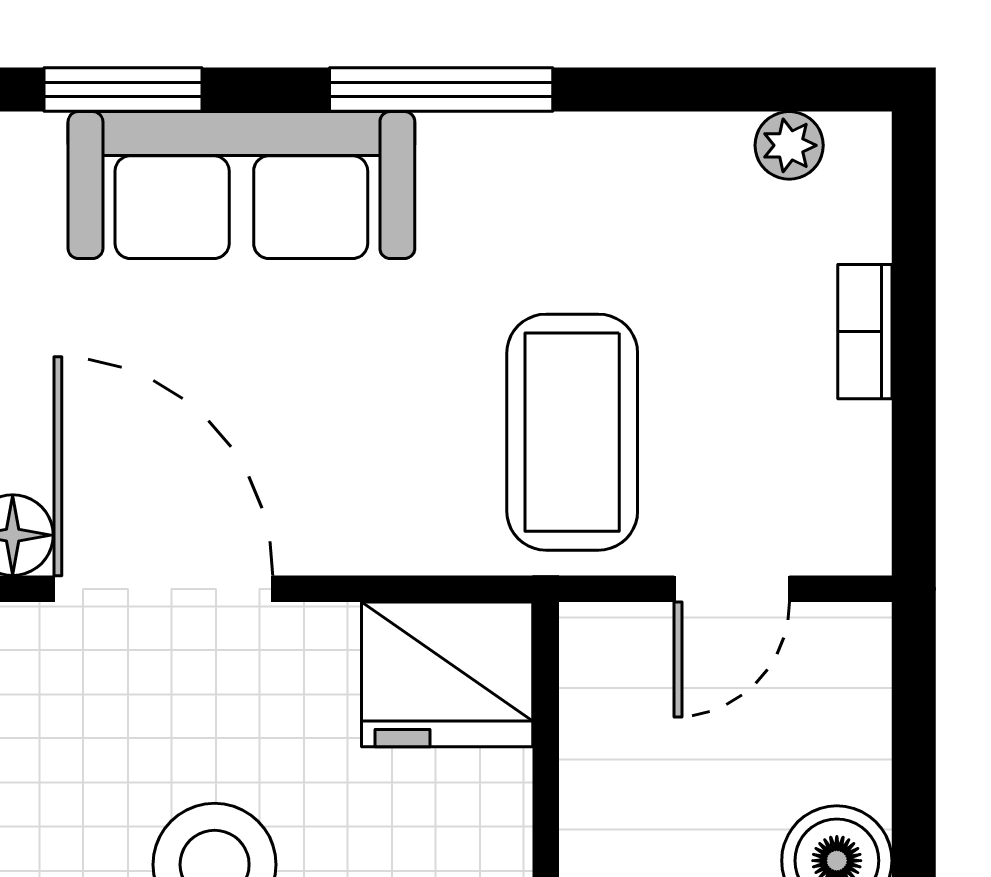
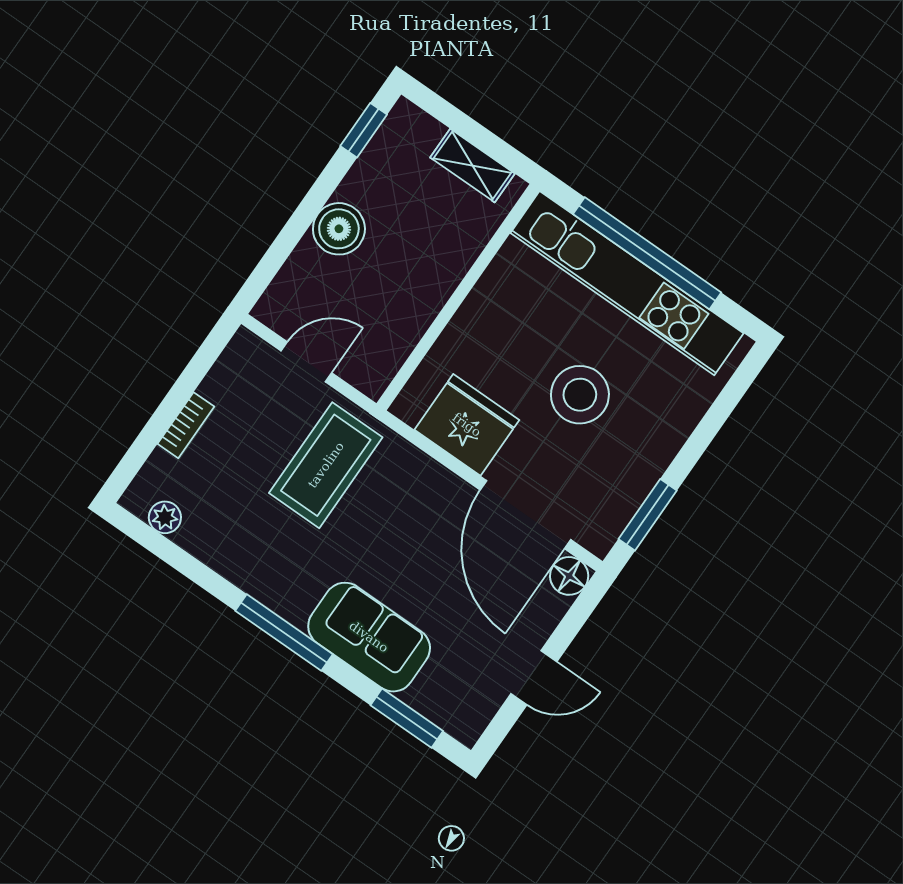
sofa: (241, 185) -> (369, 637), width x0.73
fridge: (447, 674) -> (467, 425), moved

